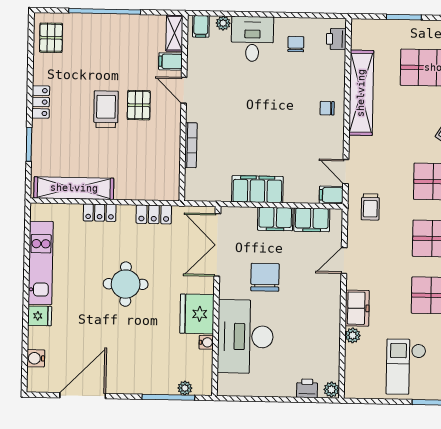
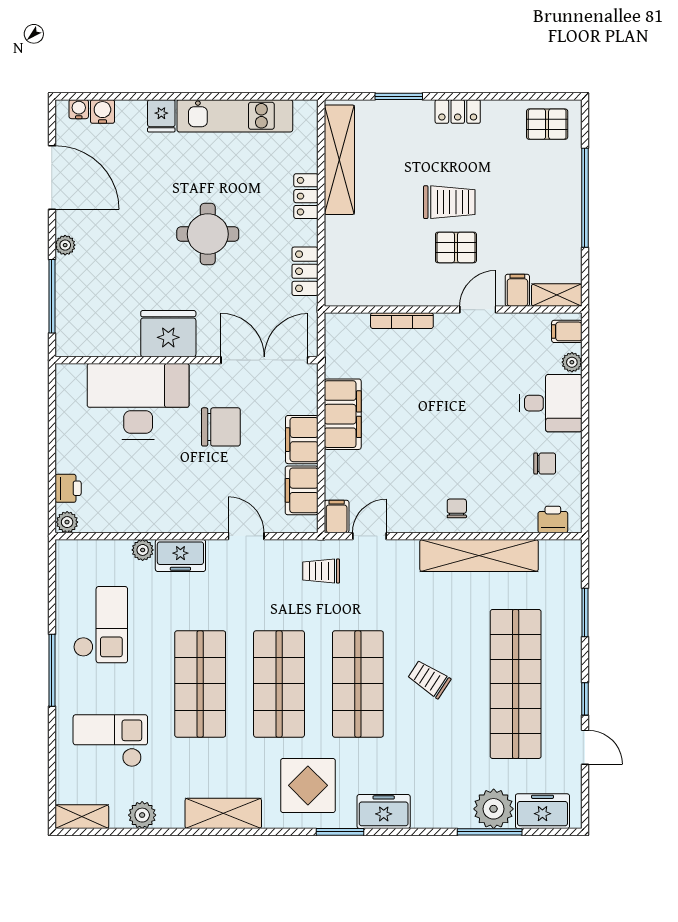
water cooler: (206, 342) -> (79, 109), moved, turned 180
checkout: (406, 367) -> (101, 625), turned 90
plant: (185, 388) -> (65, 245), moved

